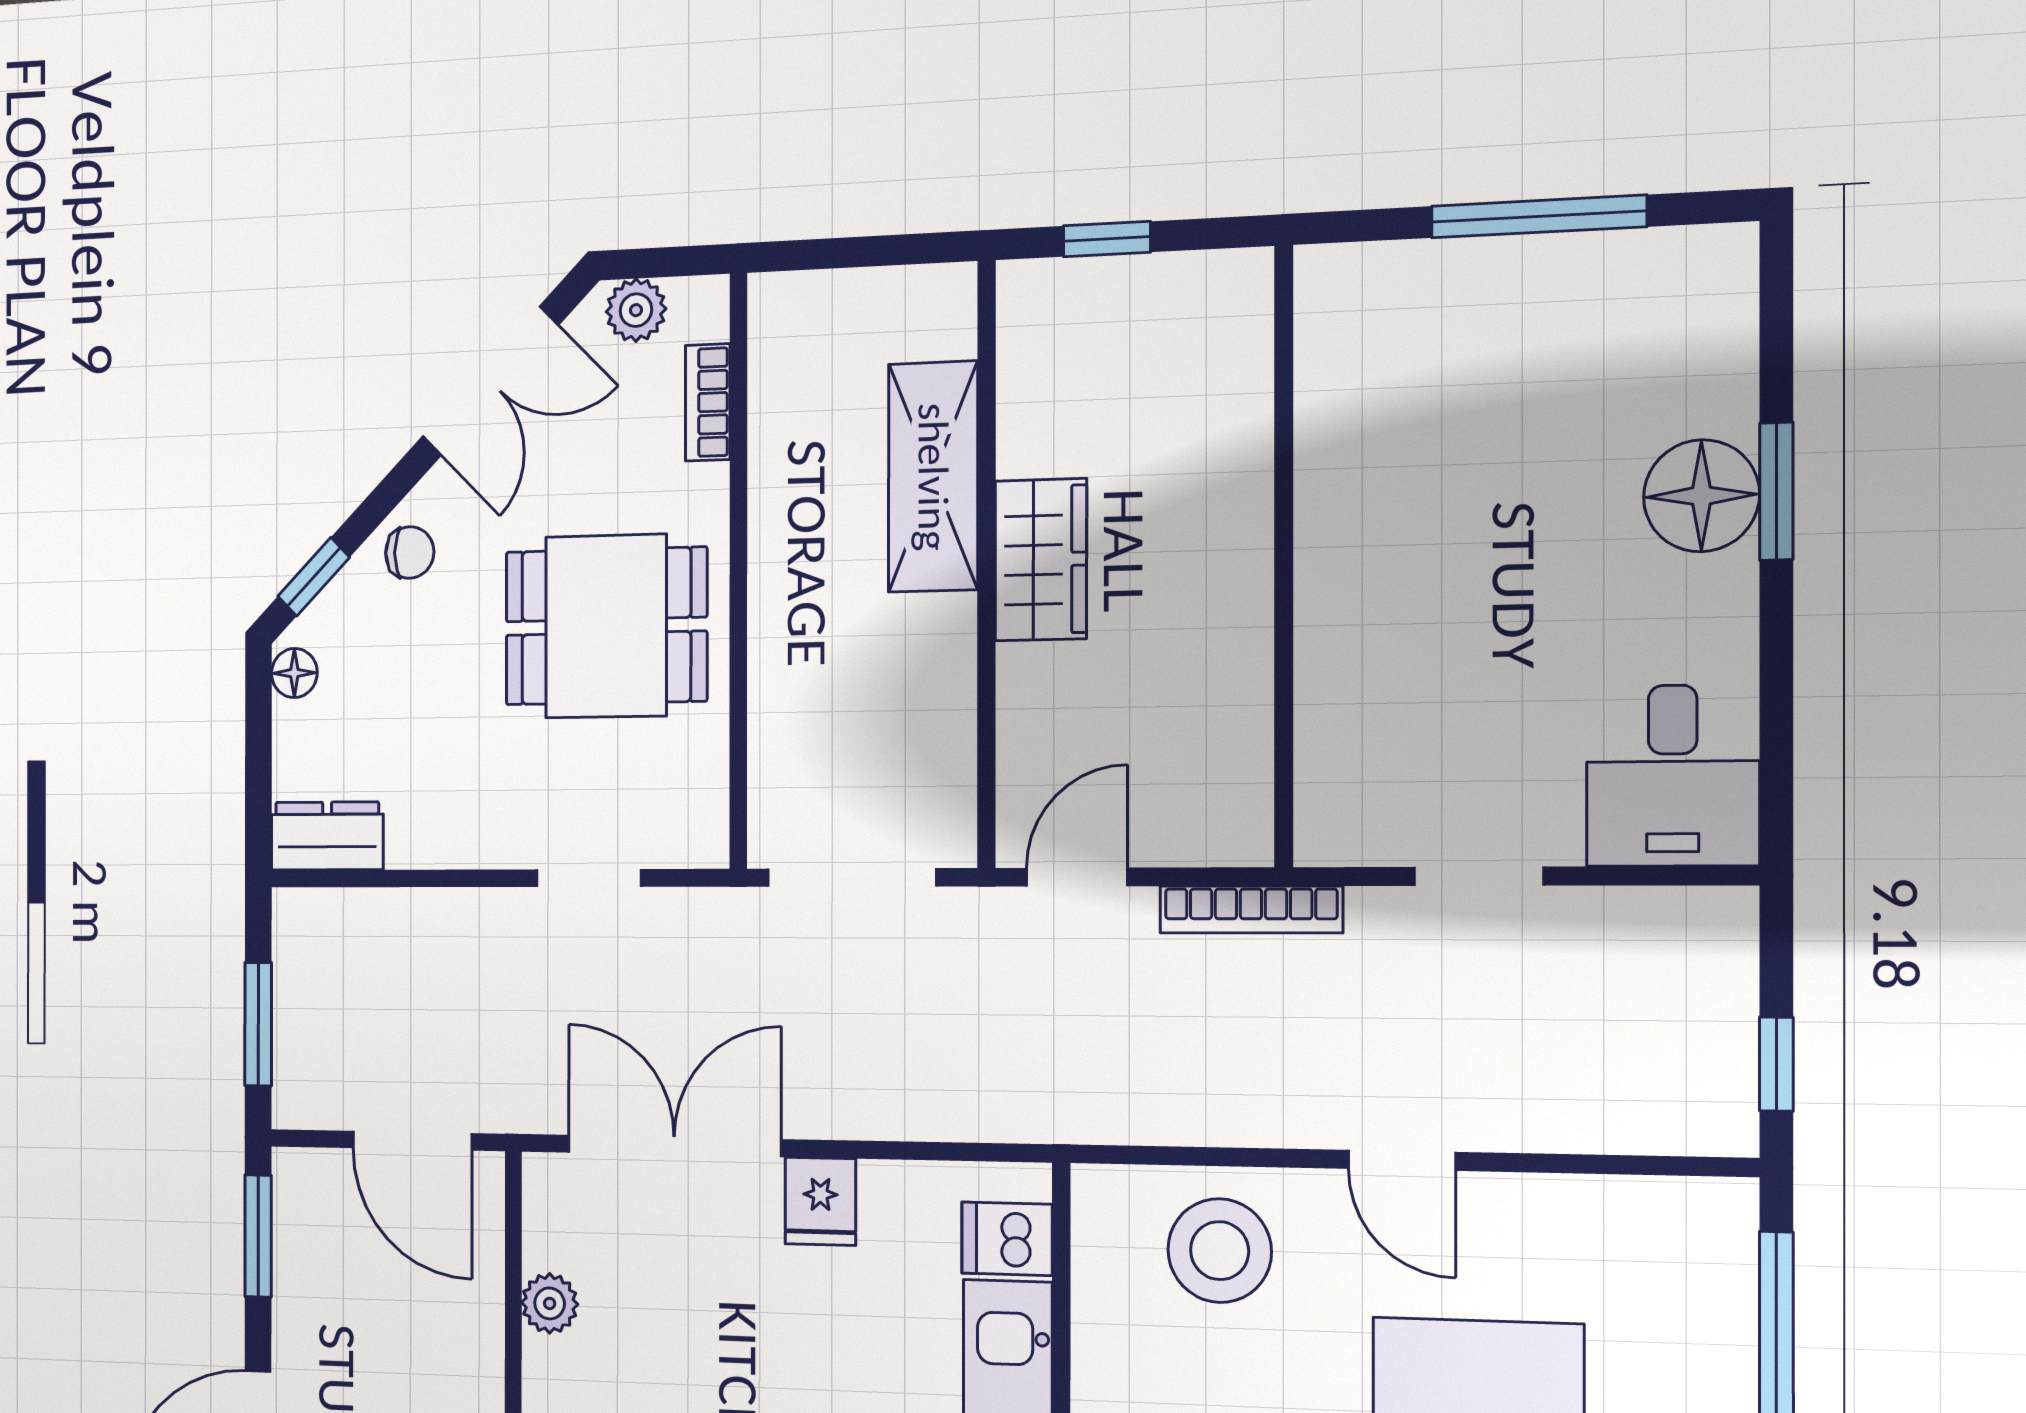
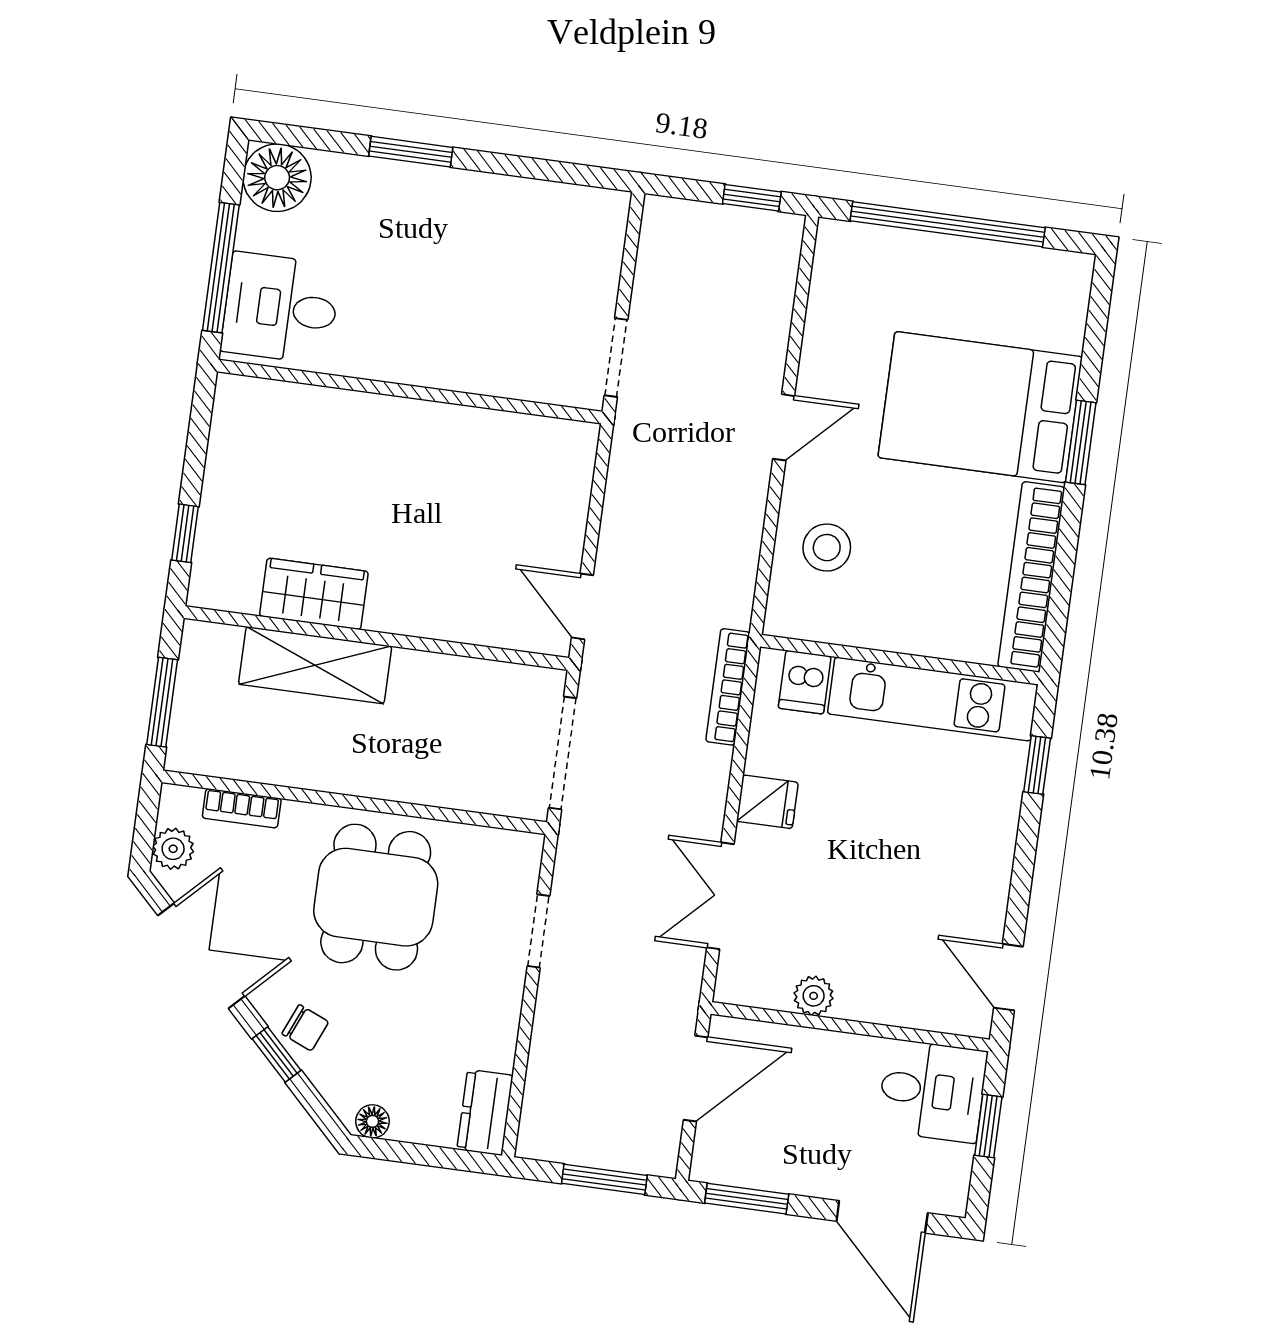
window: (847, 253) -> (162, 702), added
floor lamp: (1701, 496) -> (277, 178), moved
chair: (410, 553) -> (305, 1028), turned 113
wall: (1284, 556) -> (410, 392), moved
wardrobe: (1041, 560) -> (314, 594), moved
window: (314, 577) -> (277, 1054), moved
desk: (1673, 776) -> (281, 308), moved, turned 180
bookcase: (1251, 910) -> (728, 687), moved, turned 180
double door: (674, 1146) -> (720, 896), width x0.73
stool: (1220, 1251) -> (827, 548), width x0.73, depth x0.73

